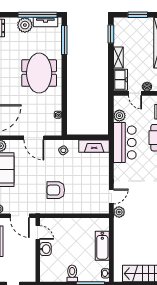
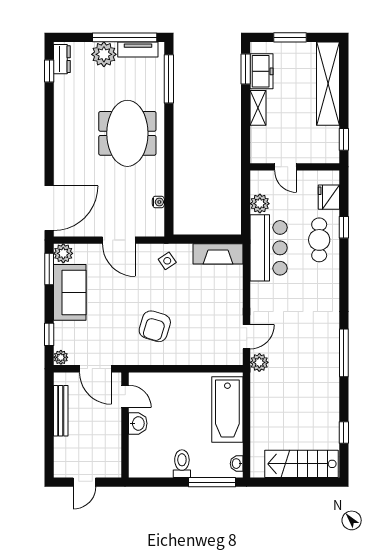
freezer: (121, 80) -> (262, 71), moved
boiler: (147, 87) -> (305, 156), removed
armchair: (56, 190) -> (155, 326), turned -73
bathtub: (102, 246) -> (227, 409), width x1.36, depth x1.36

